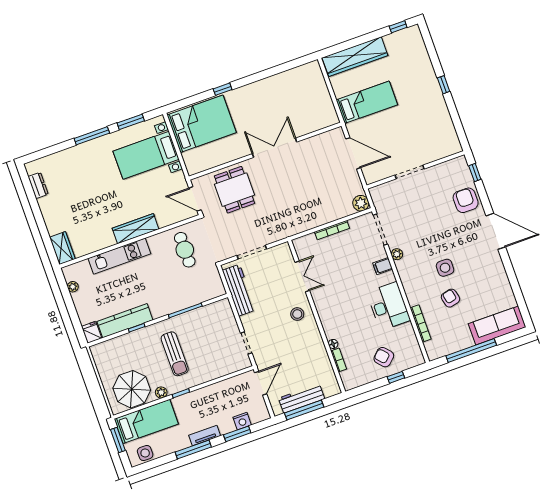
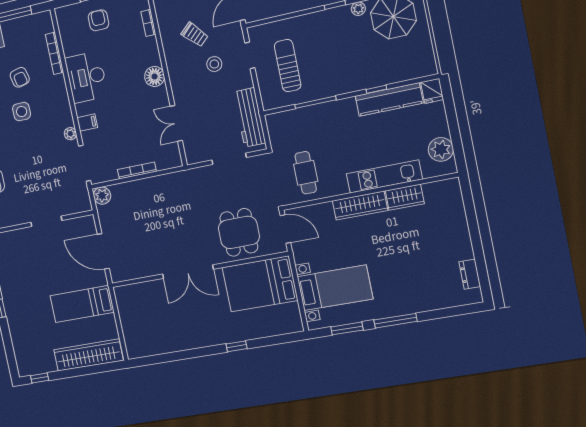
bed: (202, 124) -> (260, 284), moved
wardrobe: (62, 248) -> (405, 197), moved, turned -90
plant: (73, 287) -> (441, 149), width x1.87, depth x1.87
stool: (297, 314) -> (214, 64), moved
floor lamp: (333, 344) -> (155, 77), moved, width x1.89, depth x1.89
sun lounger: (175, 354) -> (288, 66), moved
trolley: (296, 355) -> (195, 35), added
armchair: (384, 357) -> (98, 20), turned -137

